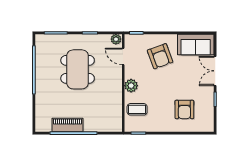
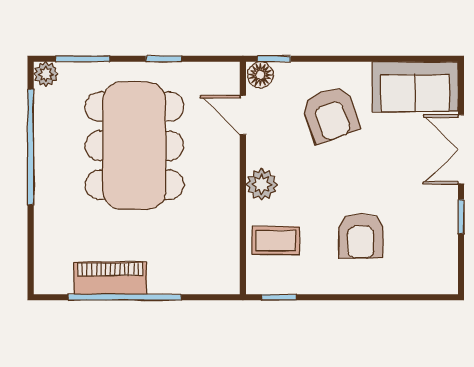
plant: (116, 39) -> (46, 74), moved
floor lamp: (131, 40) -> (260, 75), added
dining table: (78, 69) -> (134, 146), width x1.36, depth x1.24
armchair: (184, 109) -> (361, 236), moved

